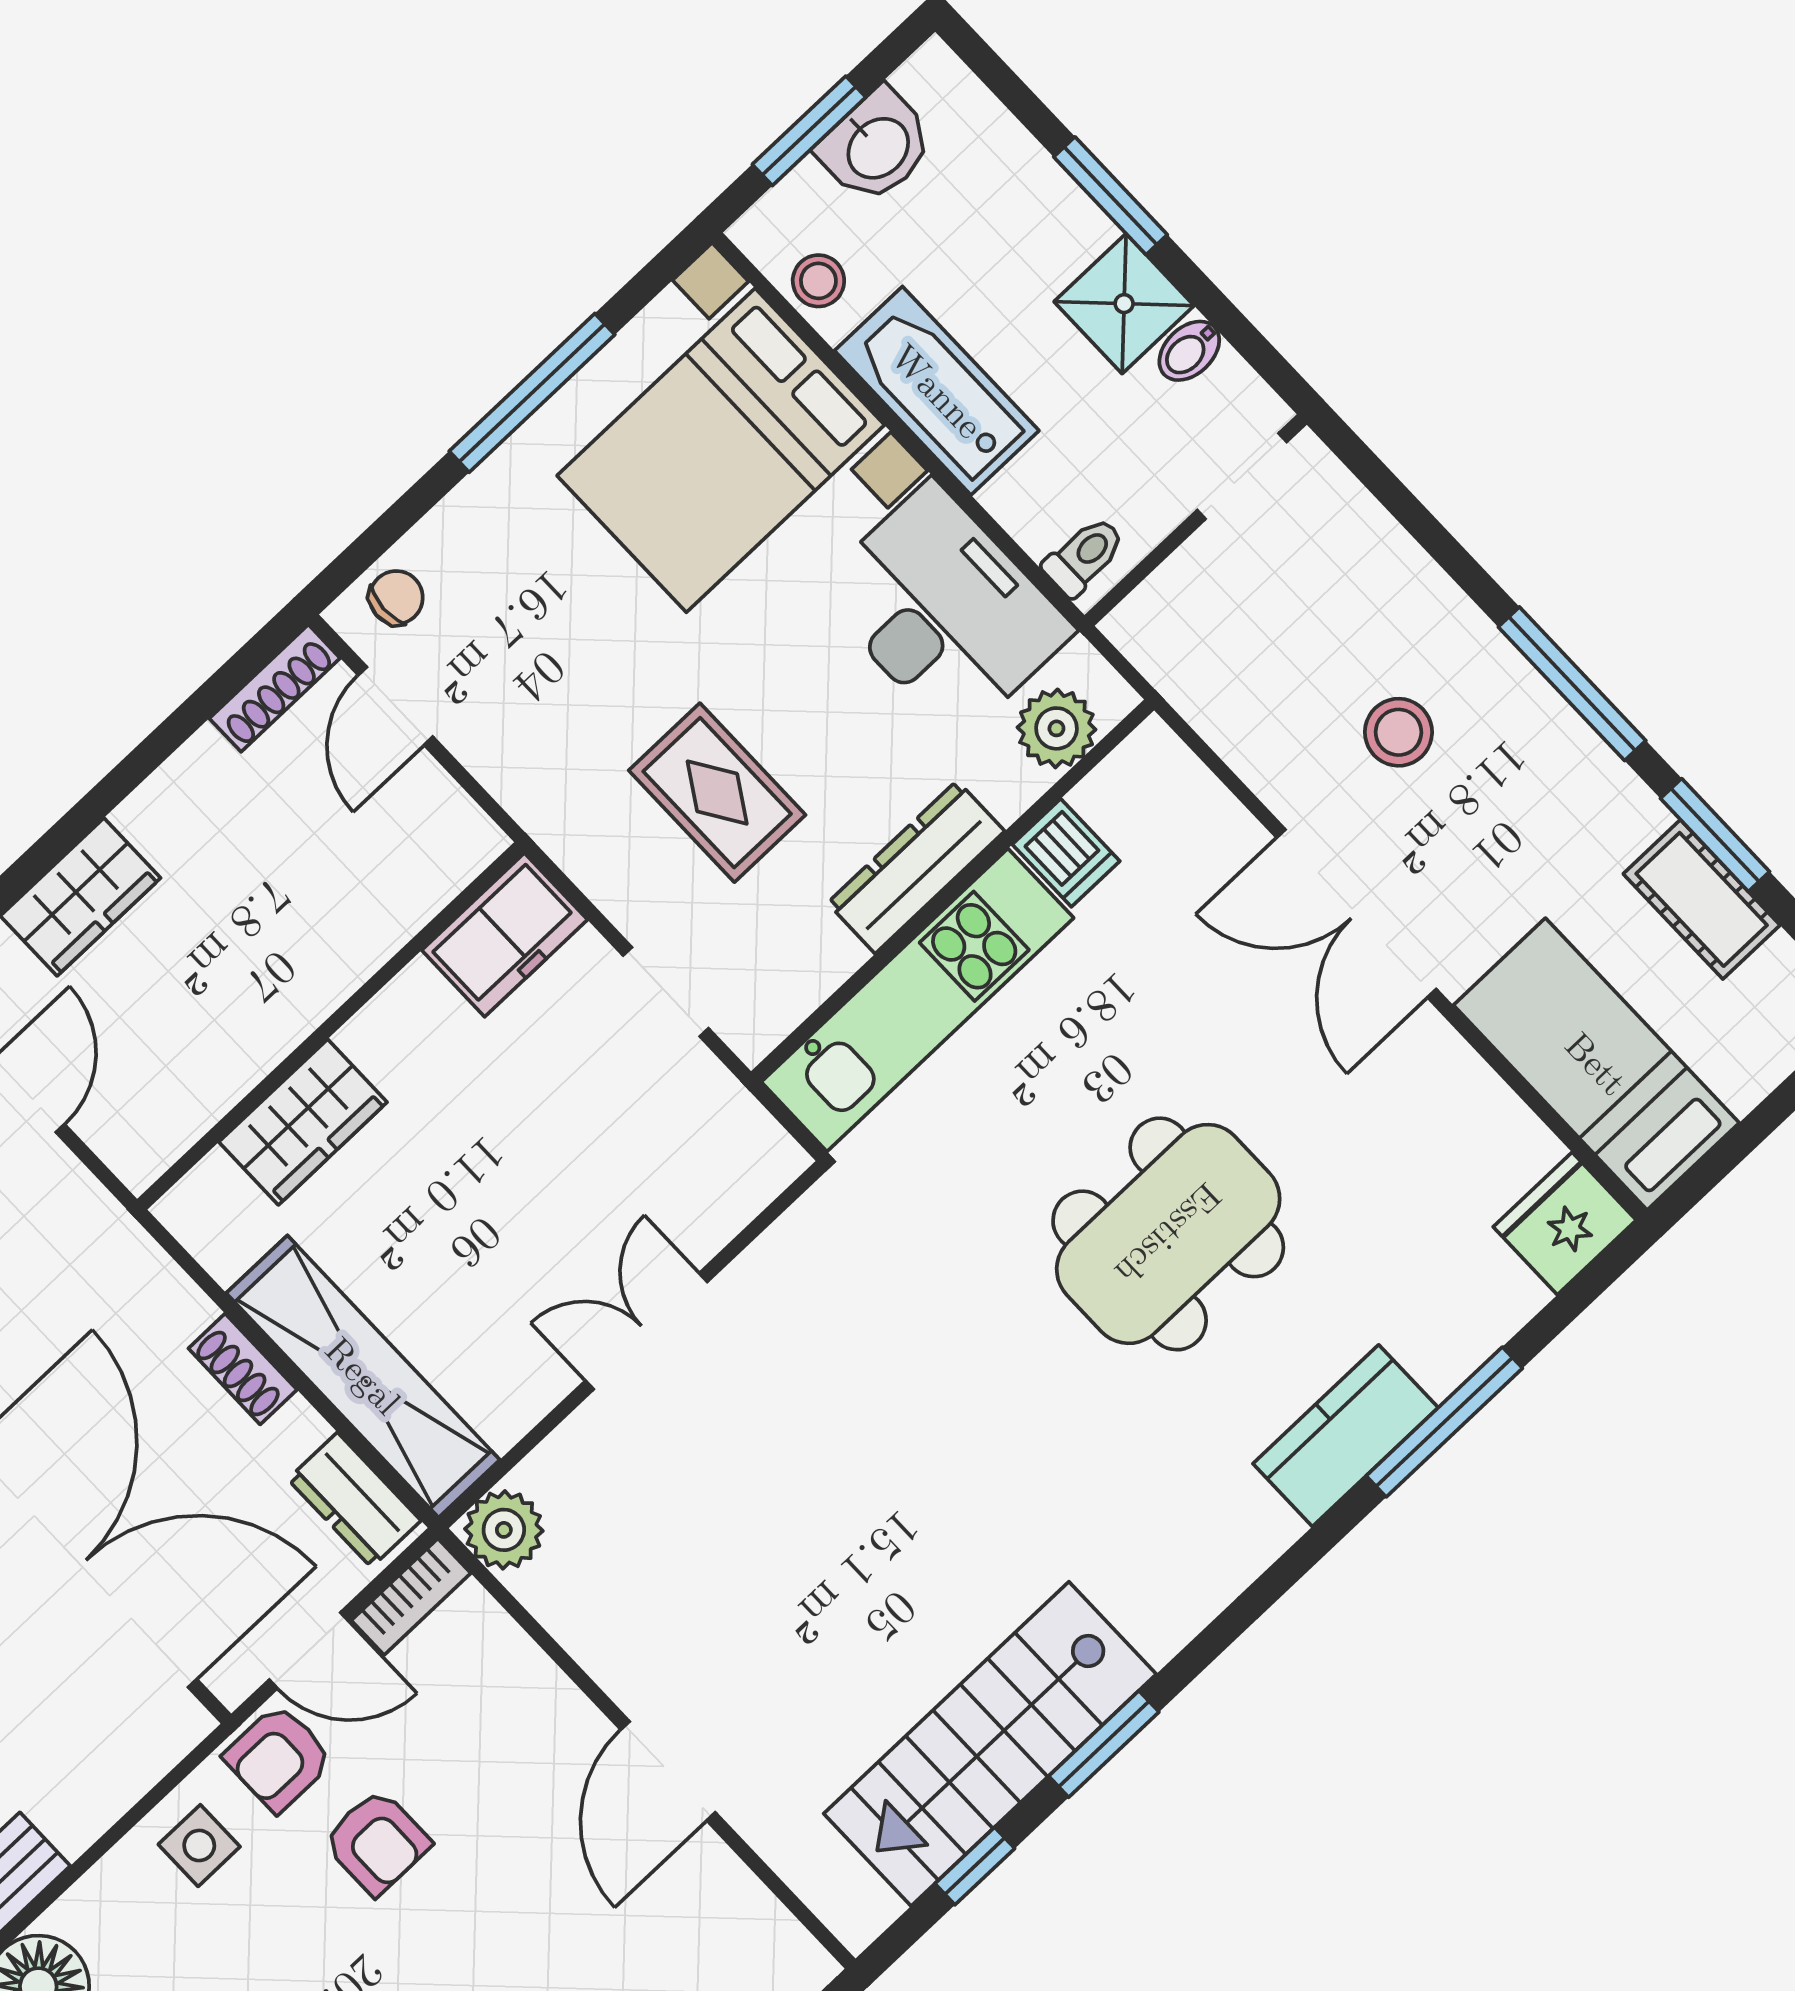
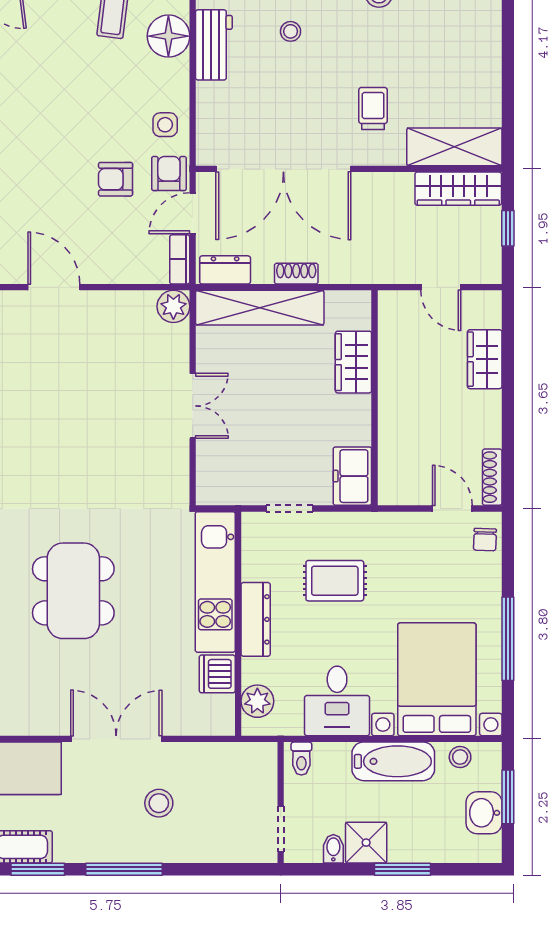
desk: (944, 610) -> (337, 701), width x0.73
dishwasher: (1066, 853) -> (217, 674), width x1.38

